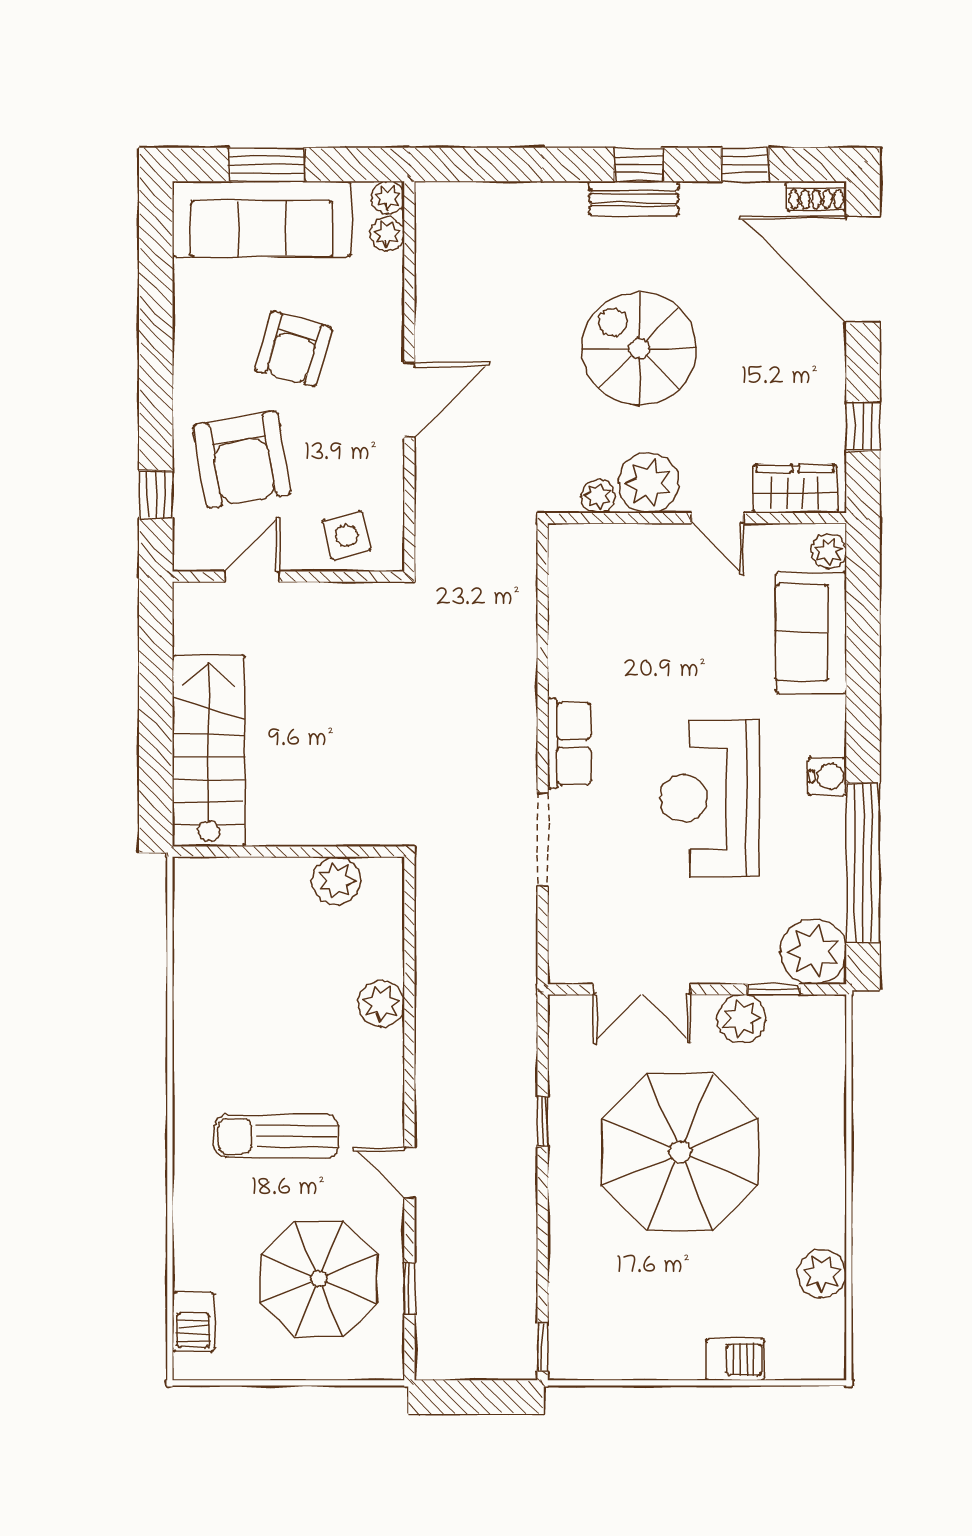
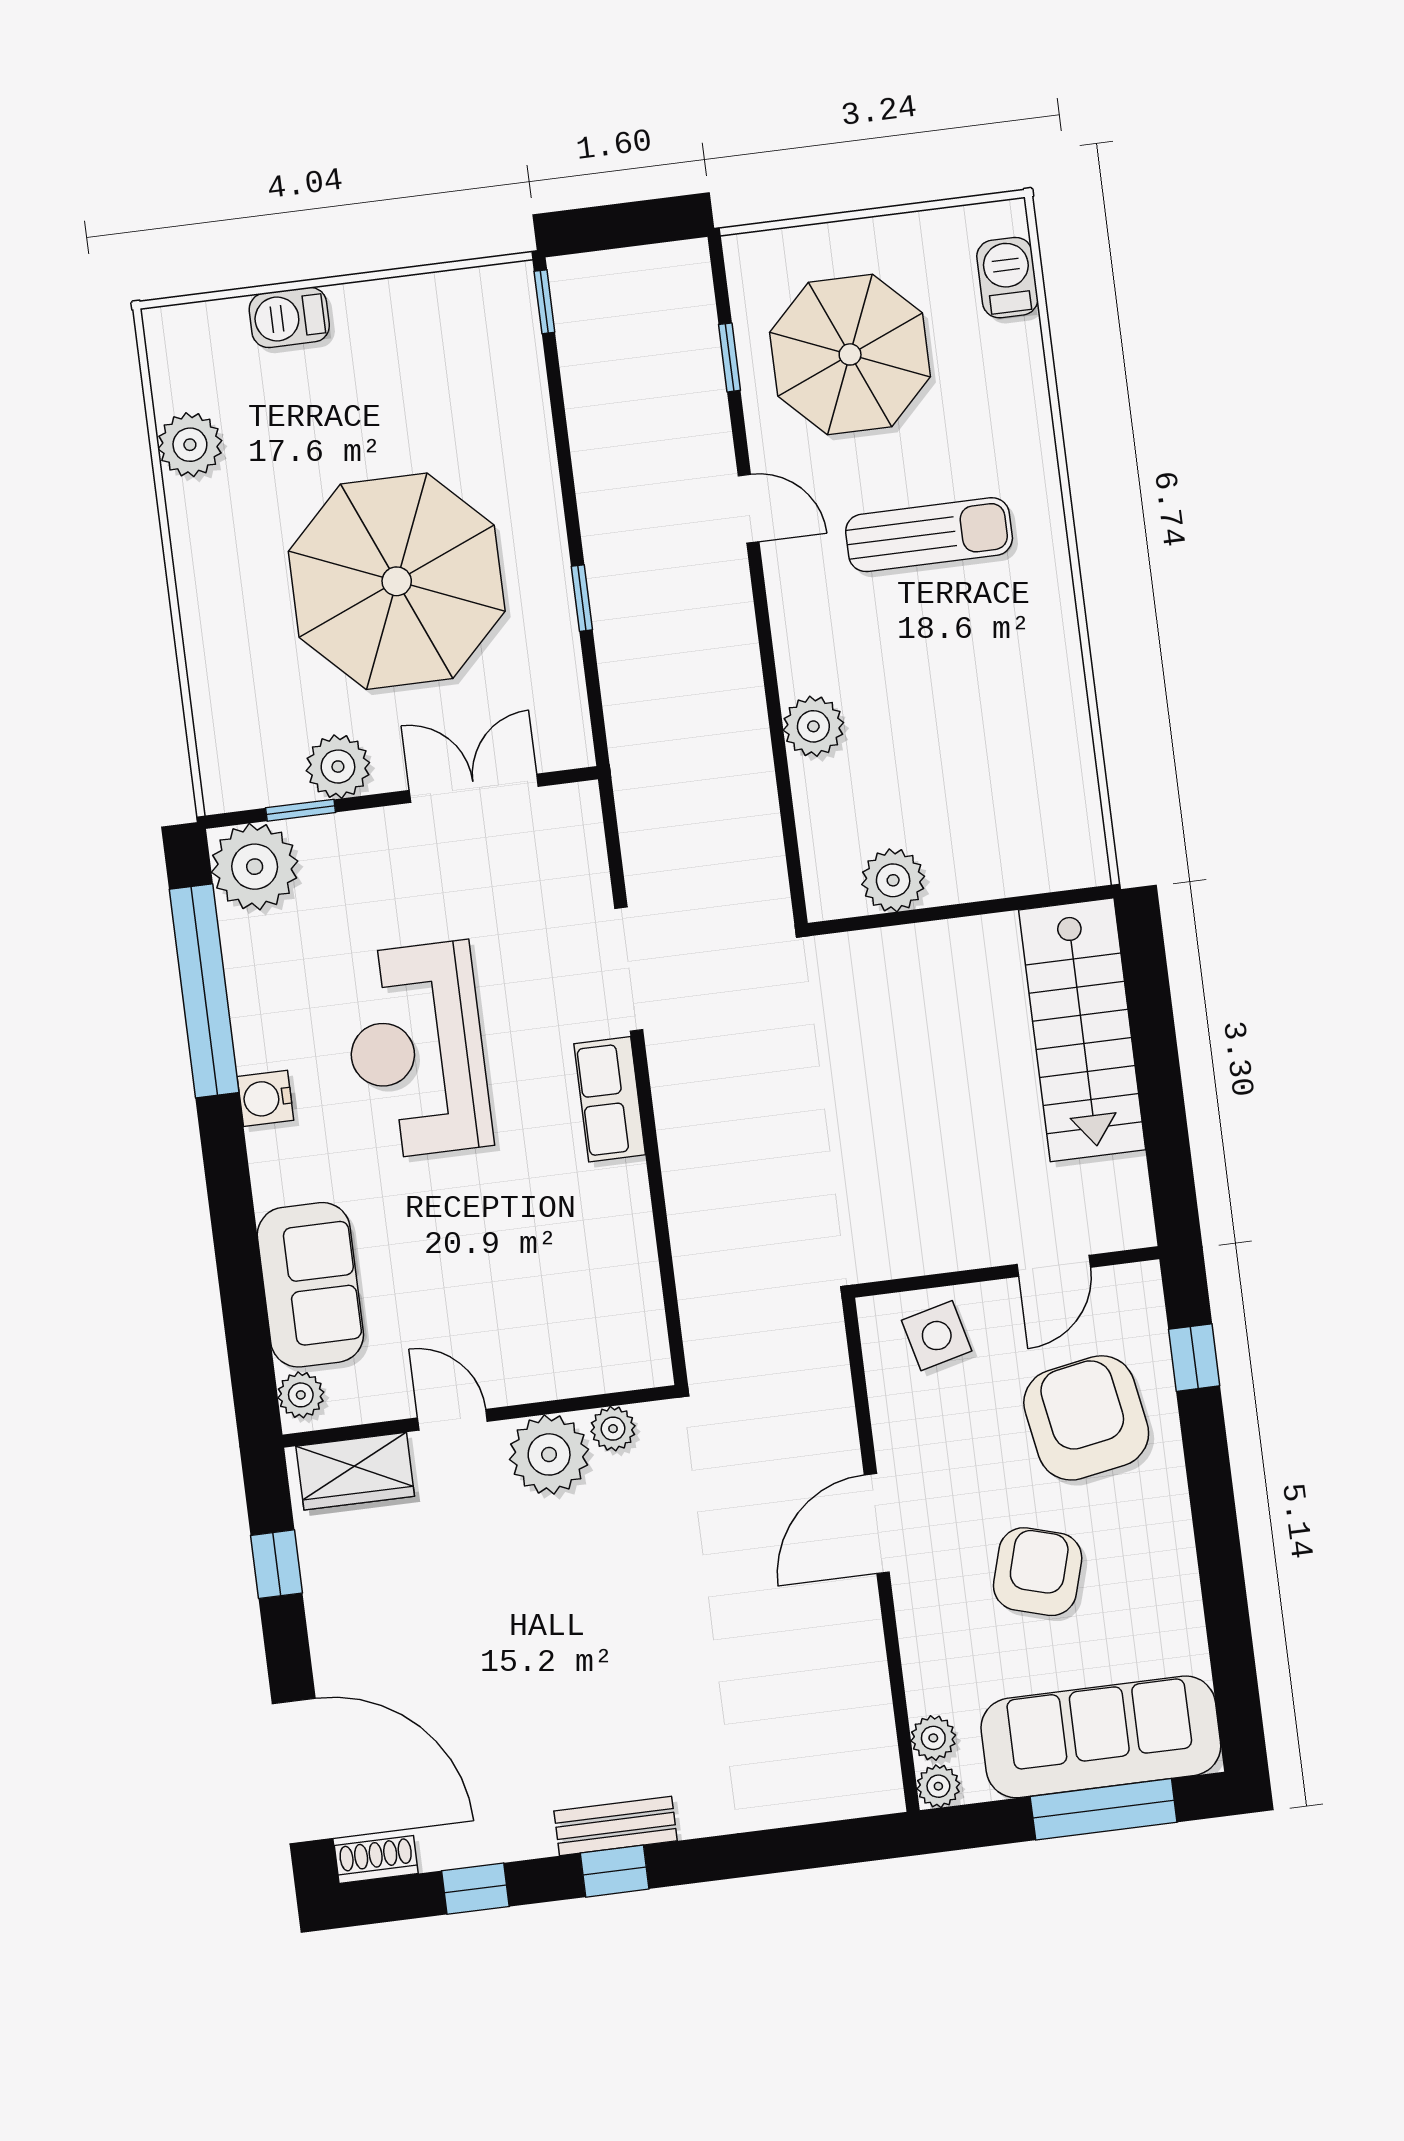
window: (266, 165) -> (1104, 1809), width x1.44
spiral stairs: (639, 349) -> (584, 1629), removed
reception desk: (709, 798) -> (417, 1050), turned 180

